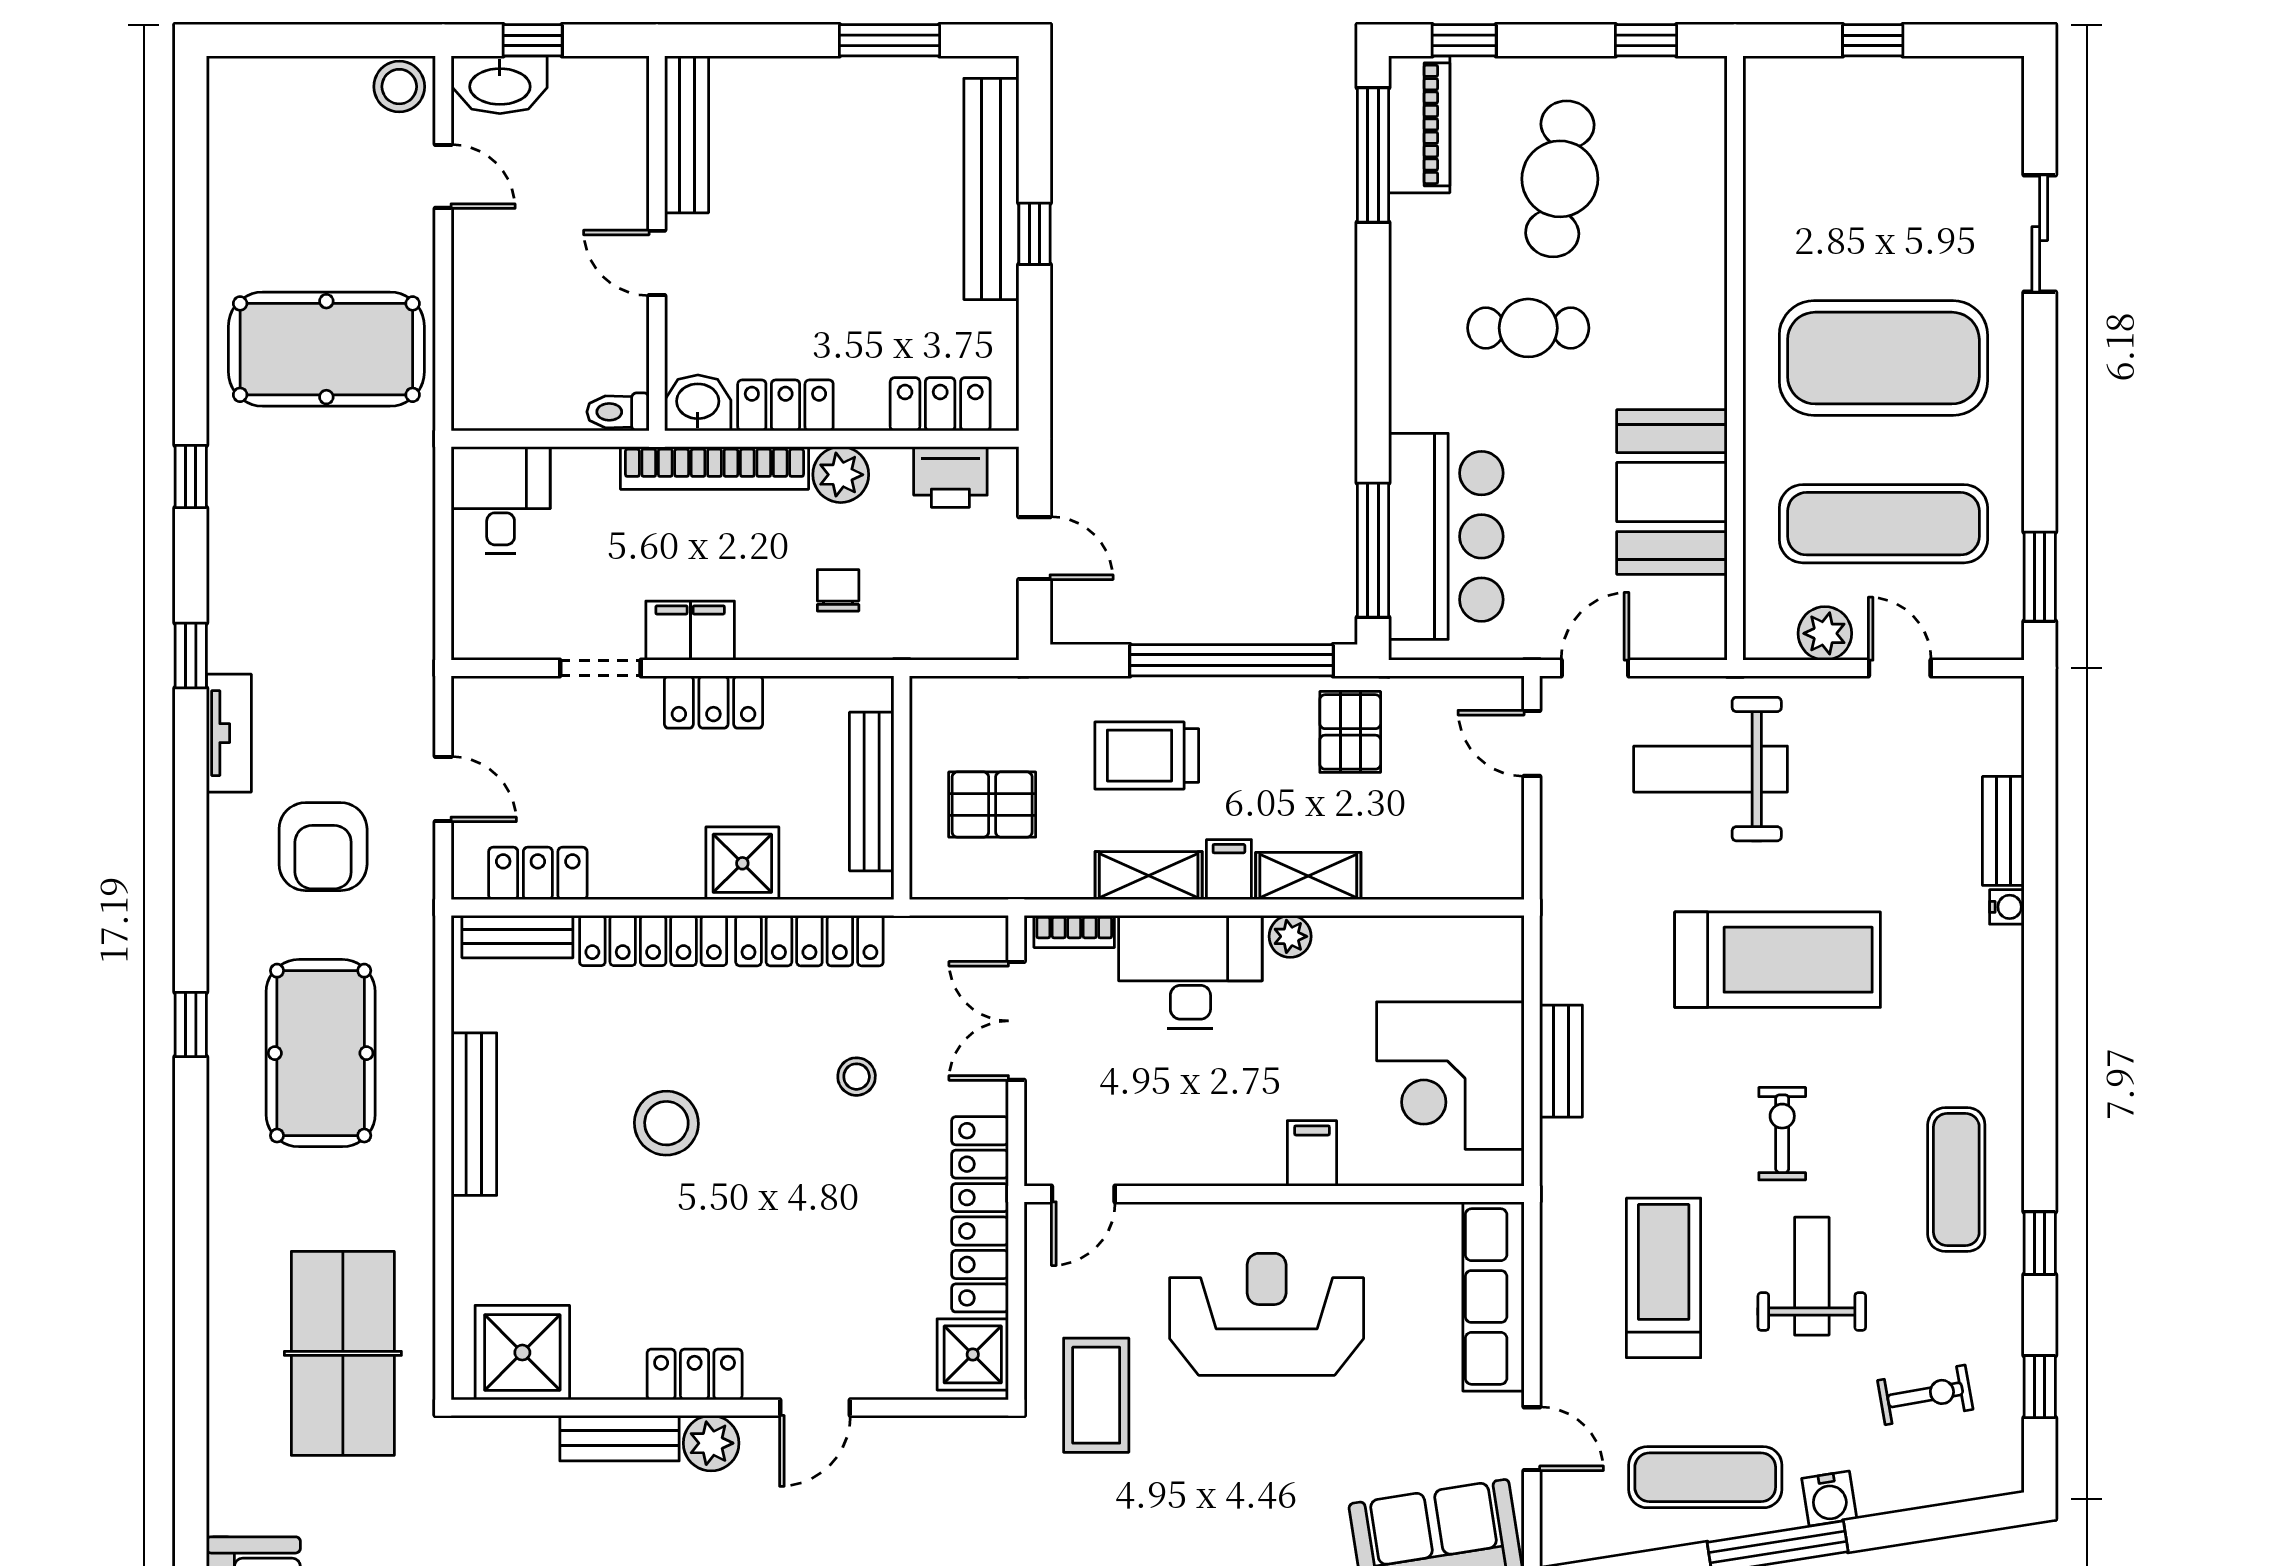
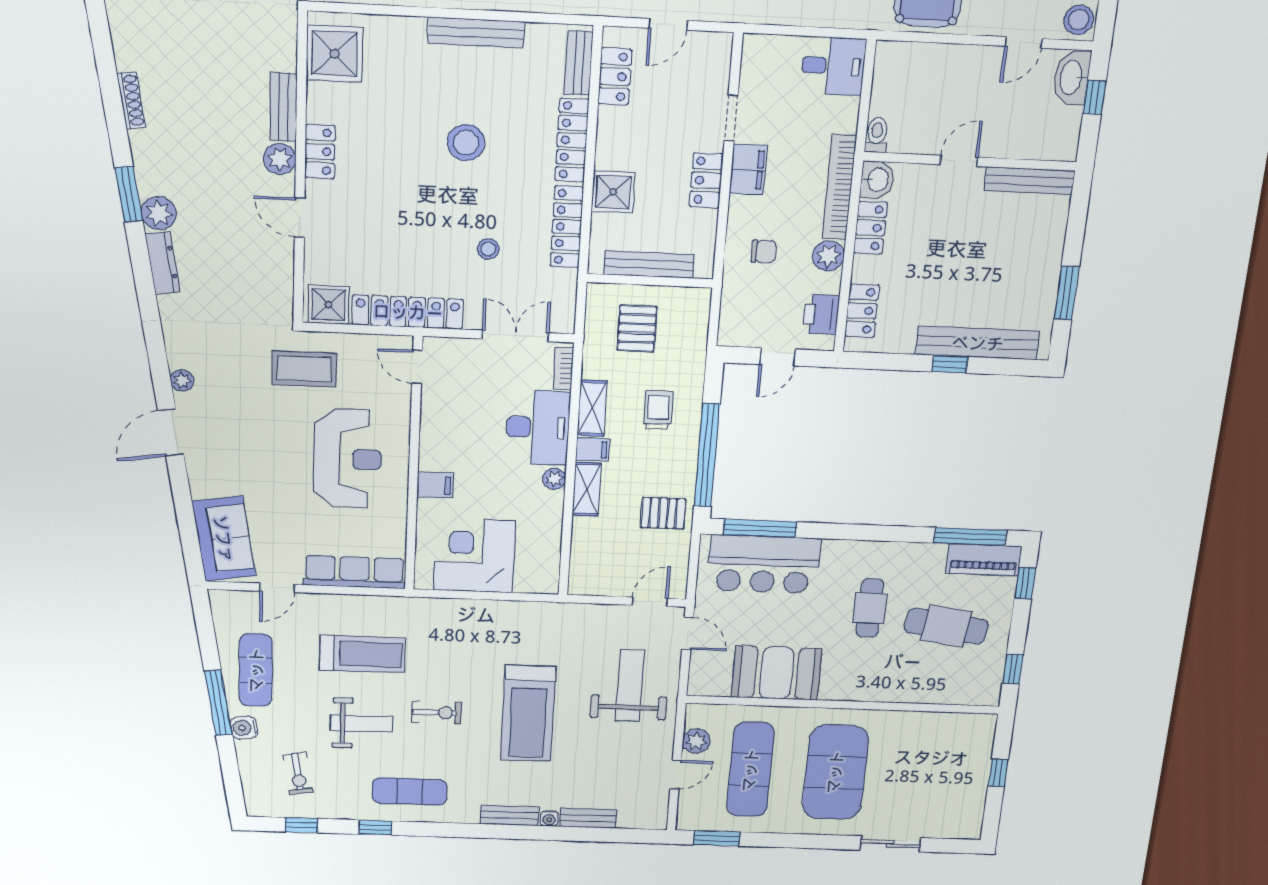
trolley: (1147, 756) -> (658, 410), width x0.73, depth x0.72
bench: (1561, 1061) -> (510, 815), moved

